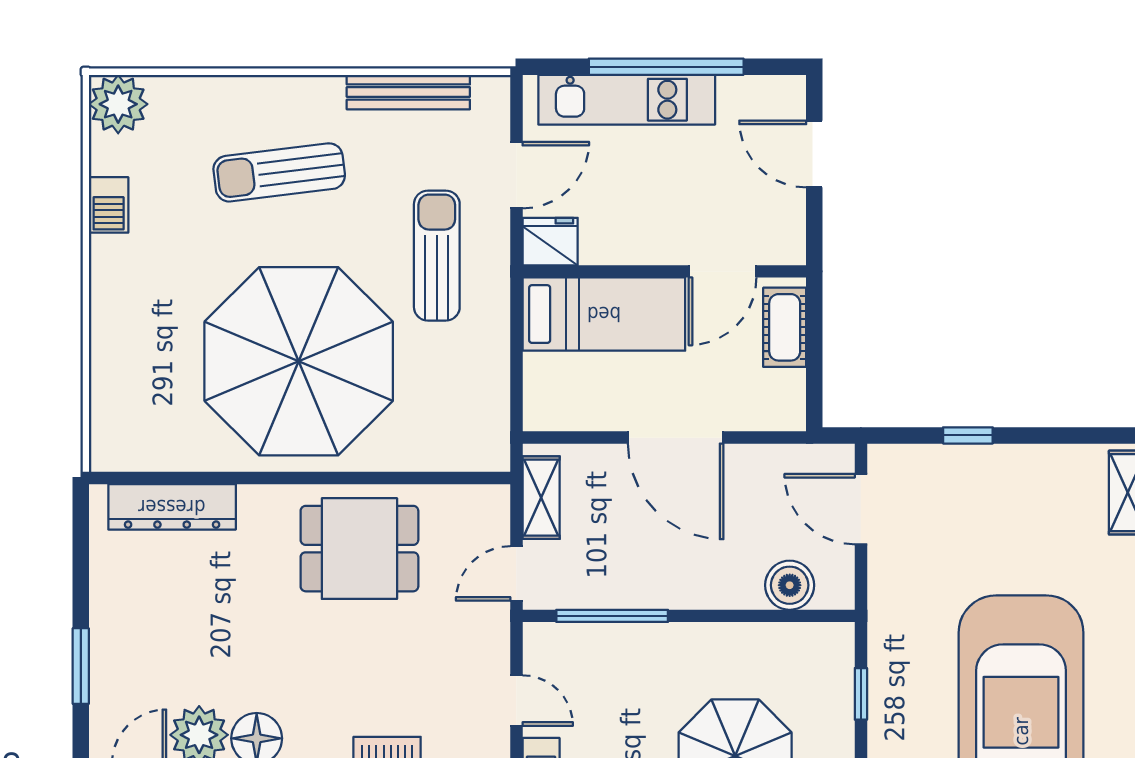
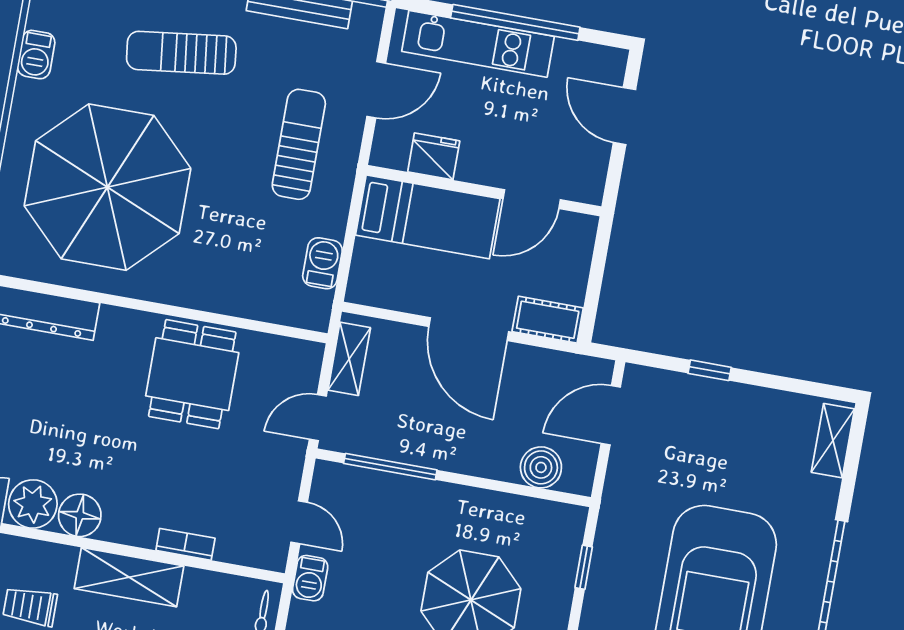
fridge: (550, 242) -> (434, 156), moved
cot: (785, 327) -> (548, 320), moved, turned 90
parasol: (299, 361) -> (107, 187), moved
barbecue: (490, 391) -> (322, 263), added
door: (861, 509) -> (611, 415), hinge flipped
dining table: (359, 549) -> (192, 374), turned 90

